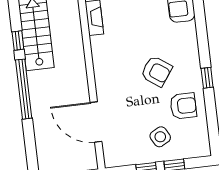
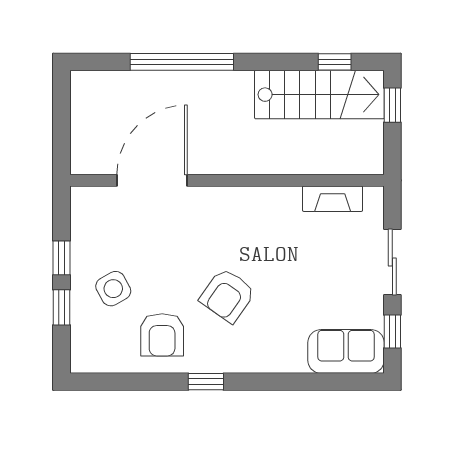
window: (18, 40) -> (335, 62), moved
window: (24, 89) -> (182, 62), moved

